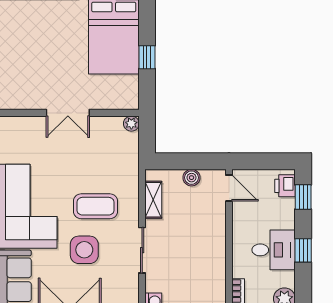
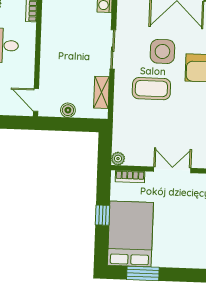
bookcase: (117, 103) -> (130, 177), added

